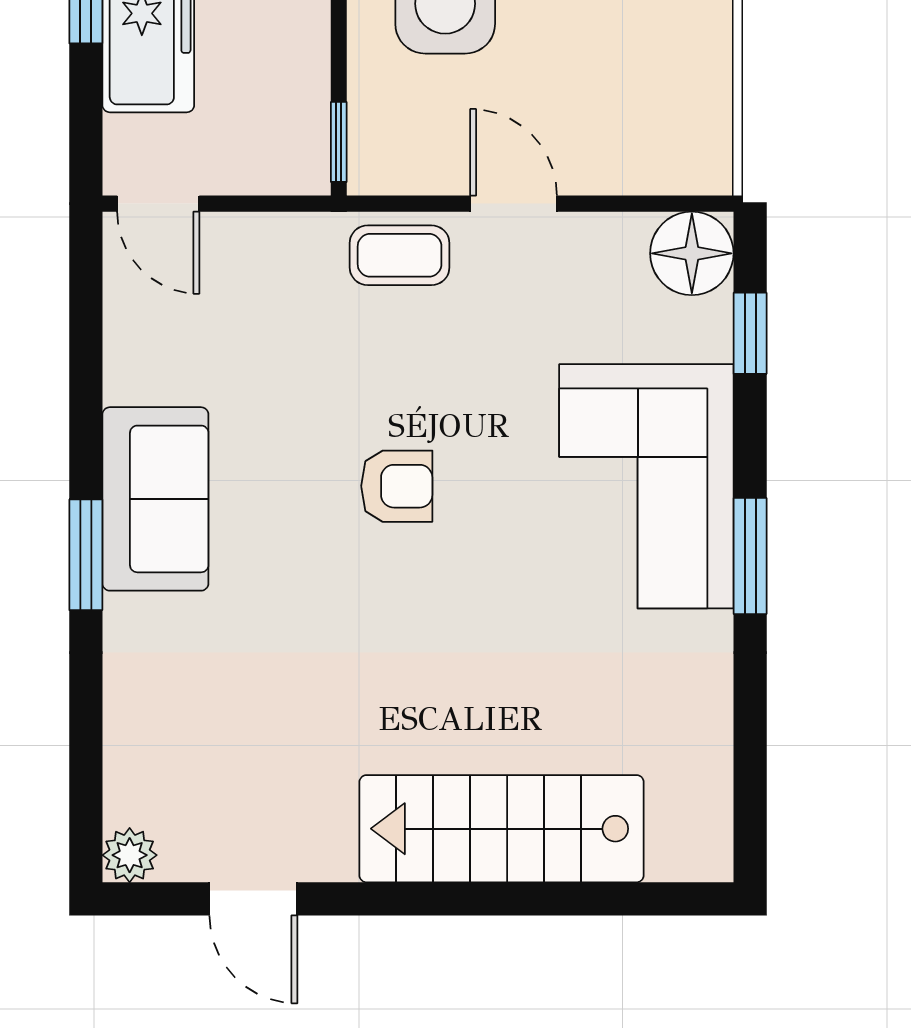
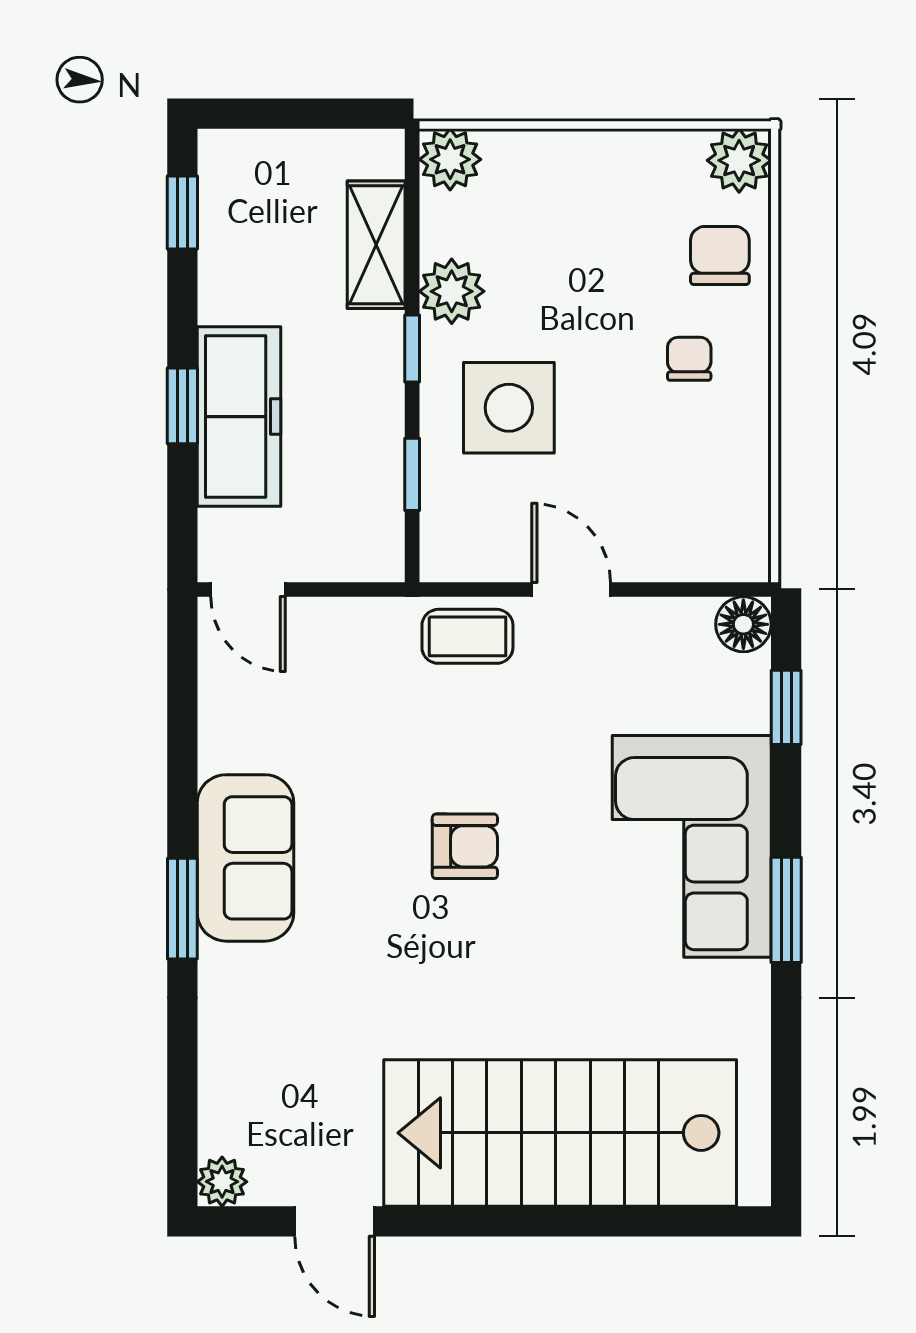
window: (339, 142) -> (412, 474), moved
floor lamp: (692, 253) -> (743, 624), width x0.73, depth x0.73
stairs: (502, 829) -> (560, 1133), width x1.36, depth x1.51

